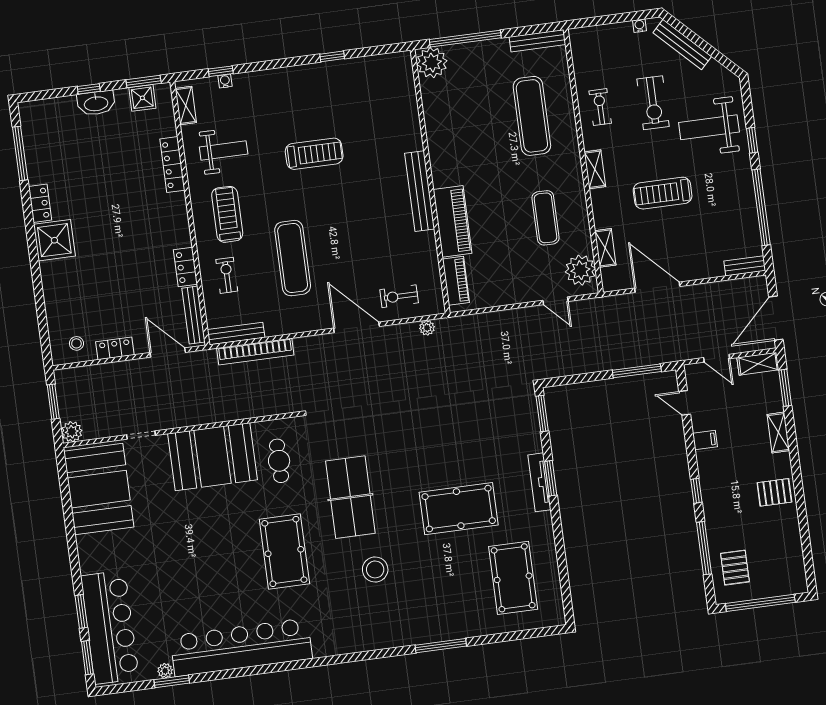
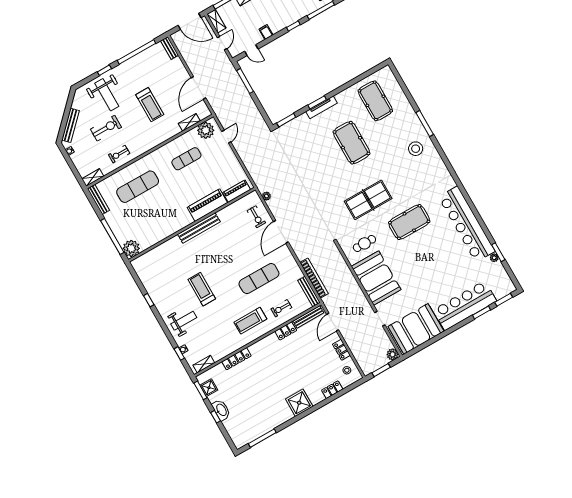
weight bench: (224, 151) -> (184, 321), moved, turned 90
shelving: (595, 169) -> (93, 178), moved
locker: (40, 203) -> (332, 390), moved
door: (685, 403) -> (251, 50), hinge flipped
stool: (375, 569) -> (416, 149), moved
pool table: (513, 578) -> (375, 101), turned 90
bar counter: (110, 627) -> (465, 306), moved

